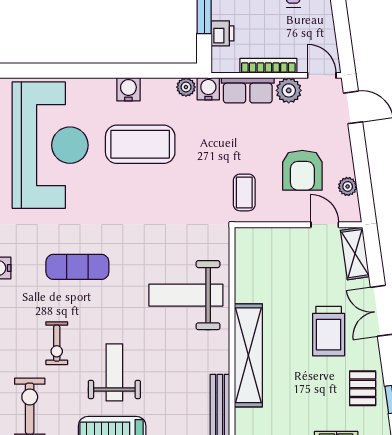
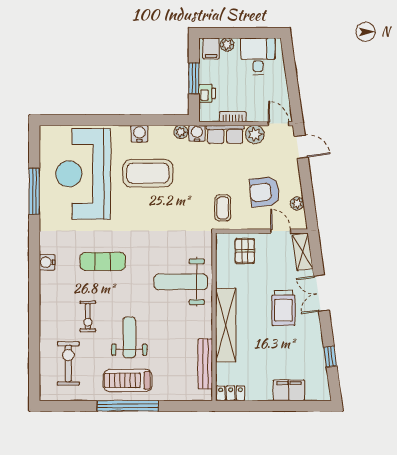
bookcase: (268, 66) -> (233, 117), width x0.64
reception desk: (50, 145) -> (83, 174), turned 180
armchair: (302, 170) -> (265, 192), turned 84
pallet: (363, 388) -> (245, 251), moved

